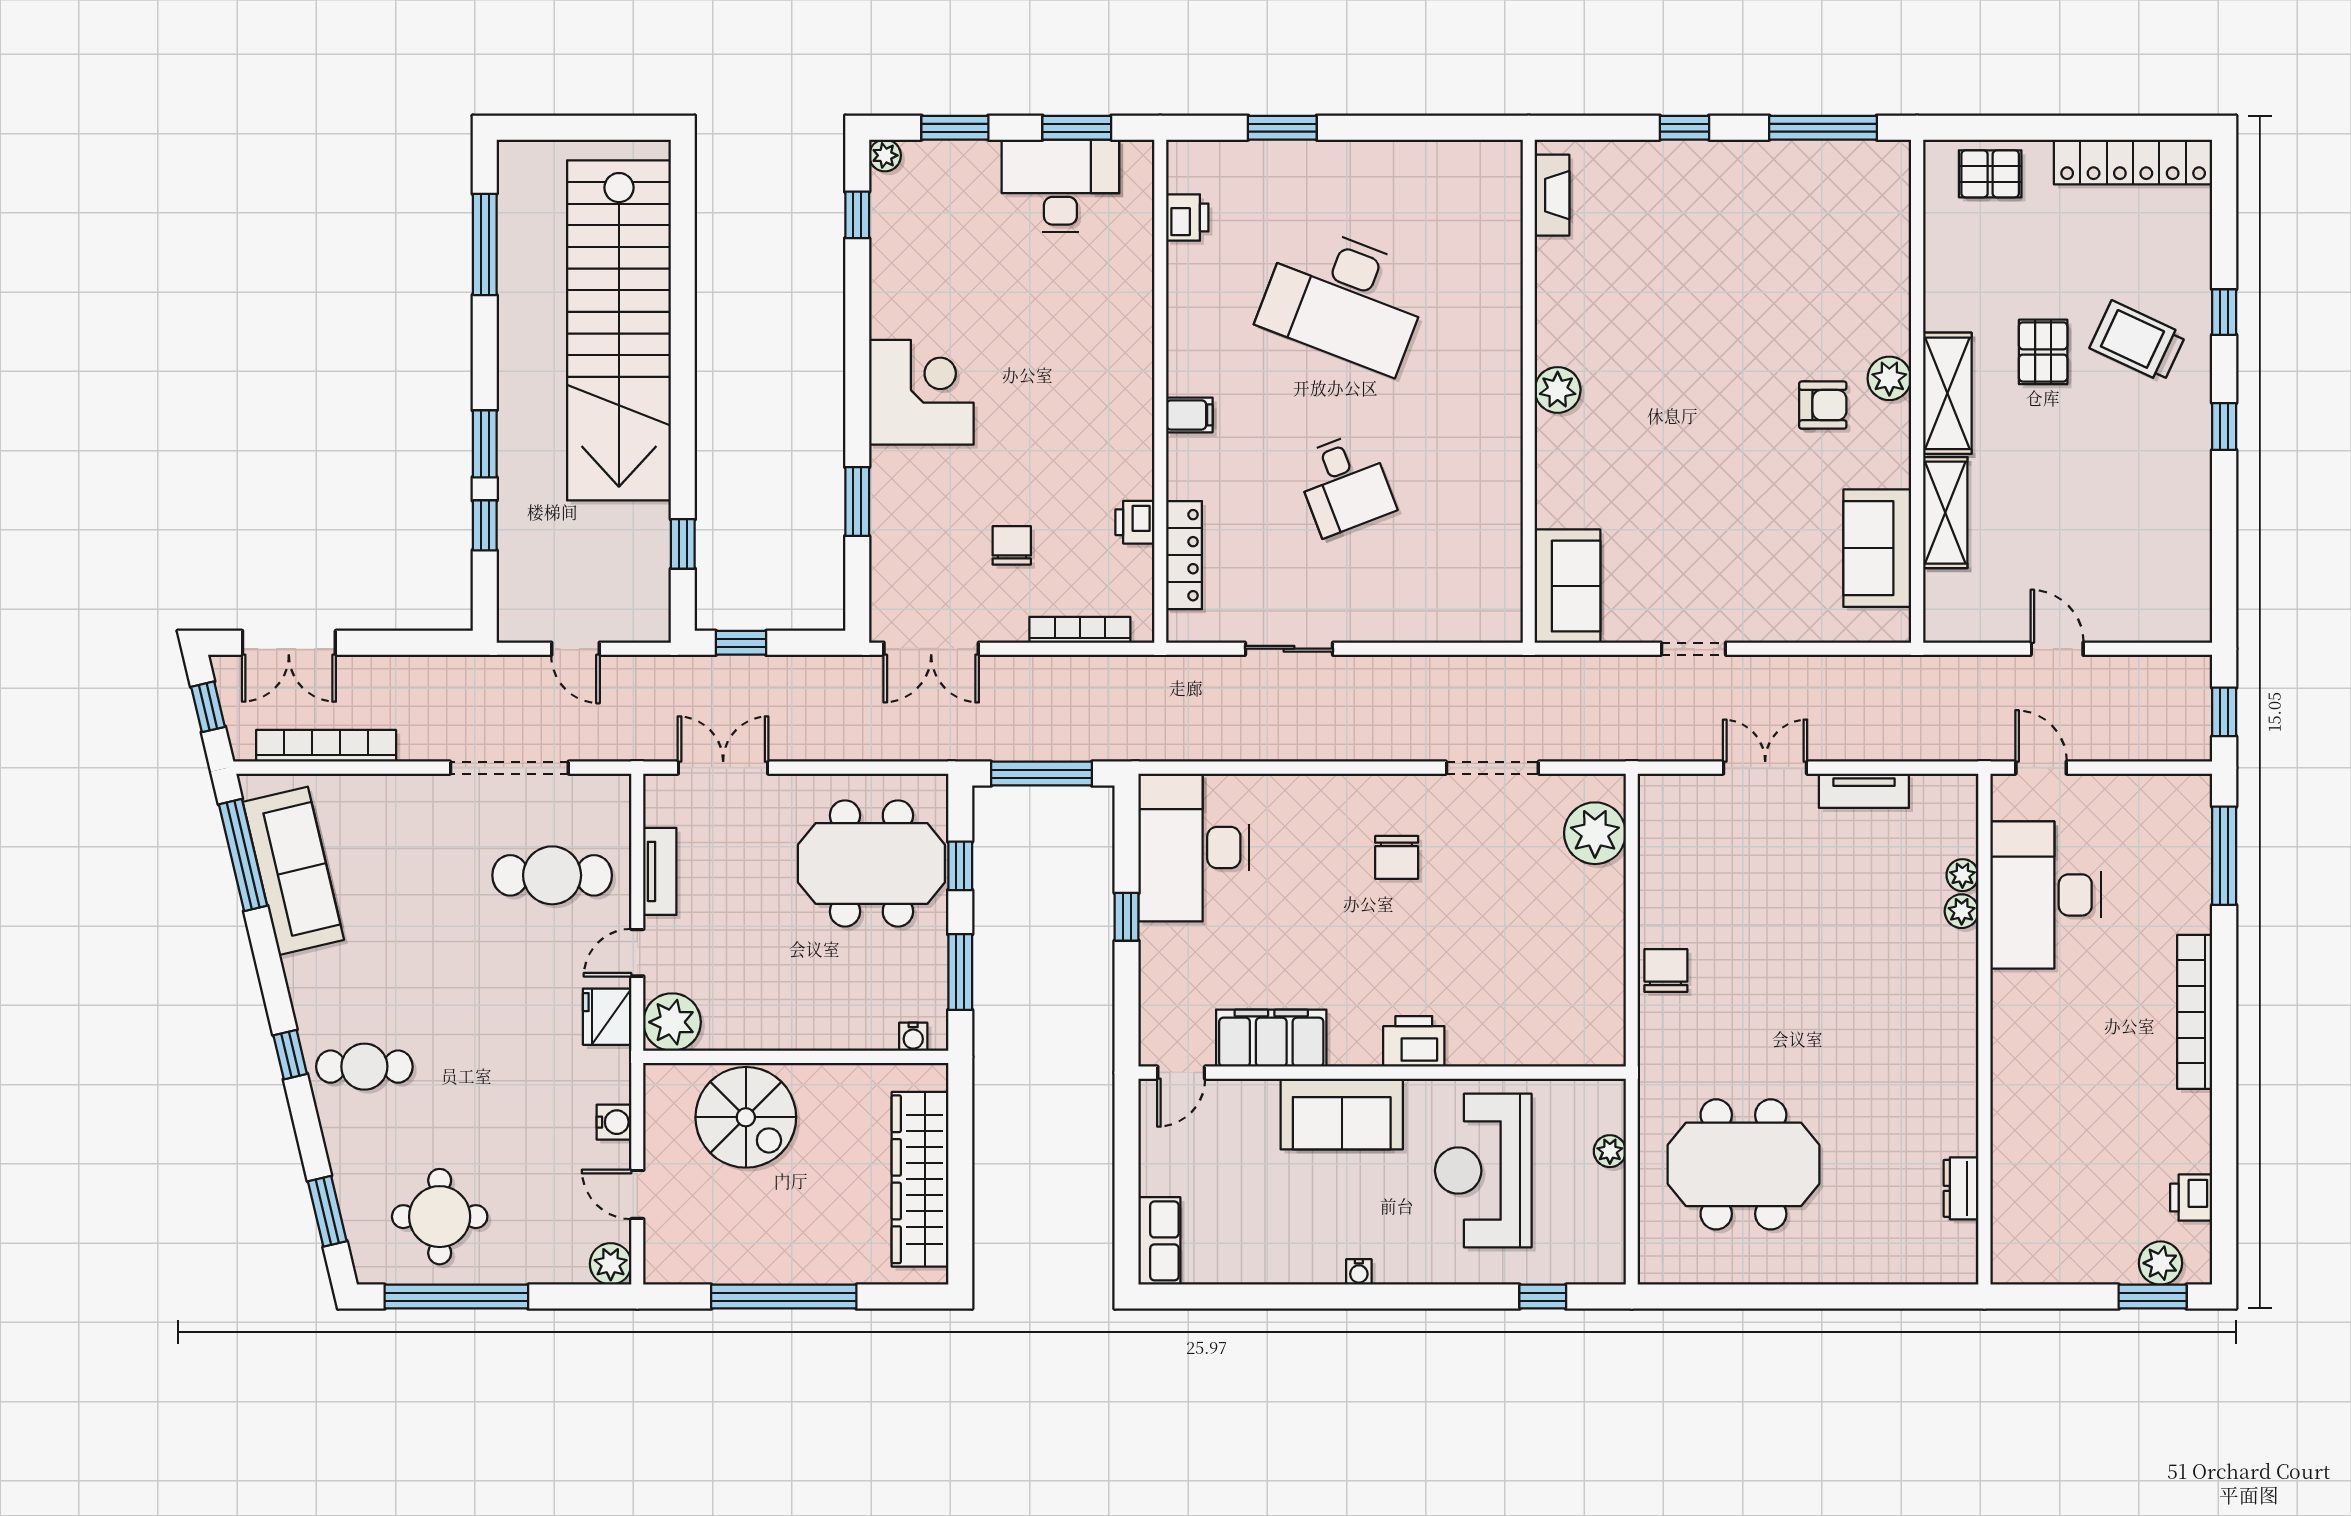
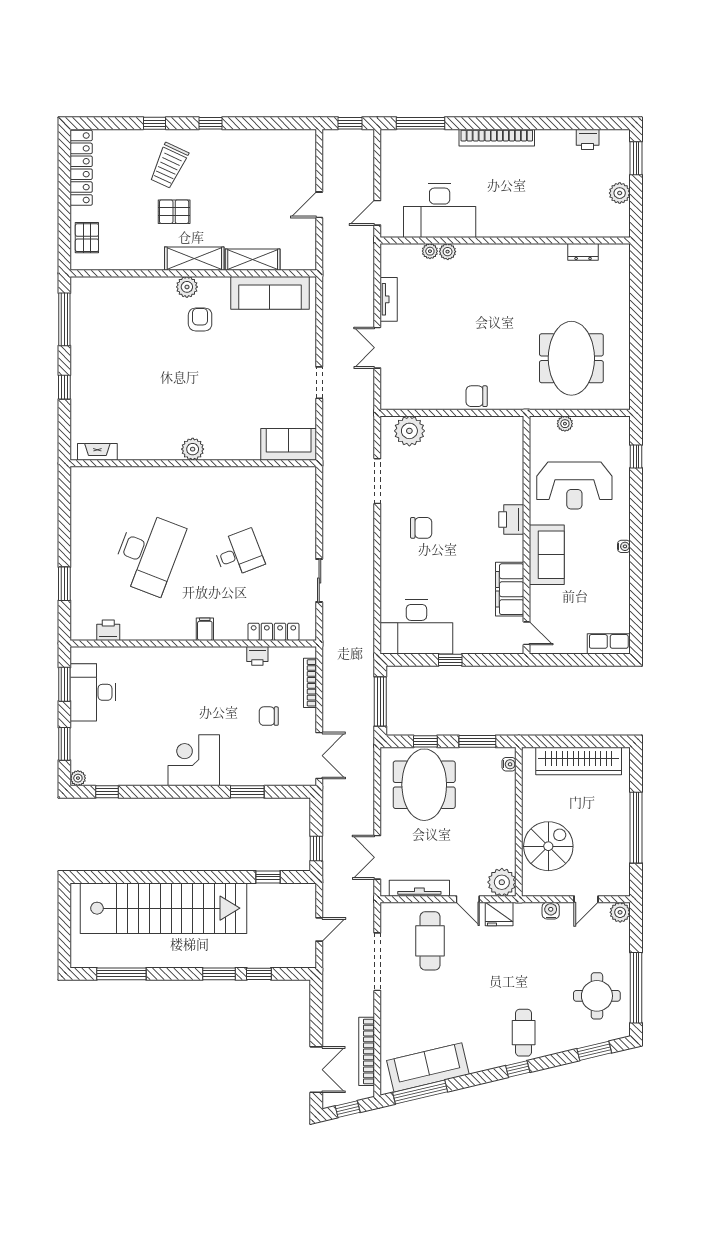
sofa: (1877, 548) -> (270, 293), width x1.36
tv unit: (660, 871) -> (419, 888), width x1.41
plant: (2160, 1263) -> (620, 193), moved

